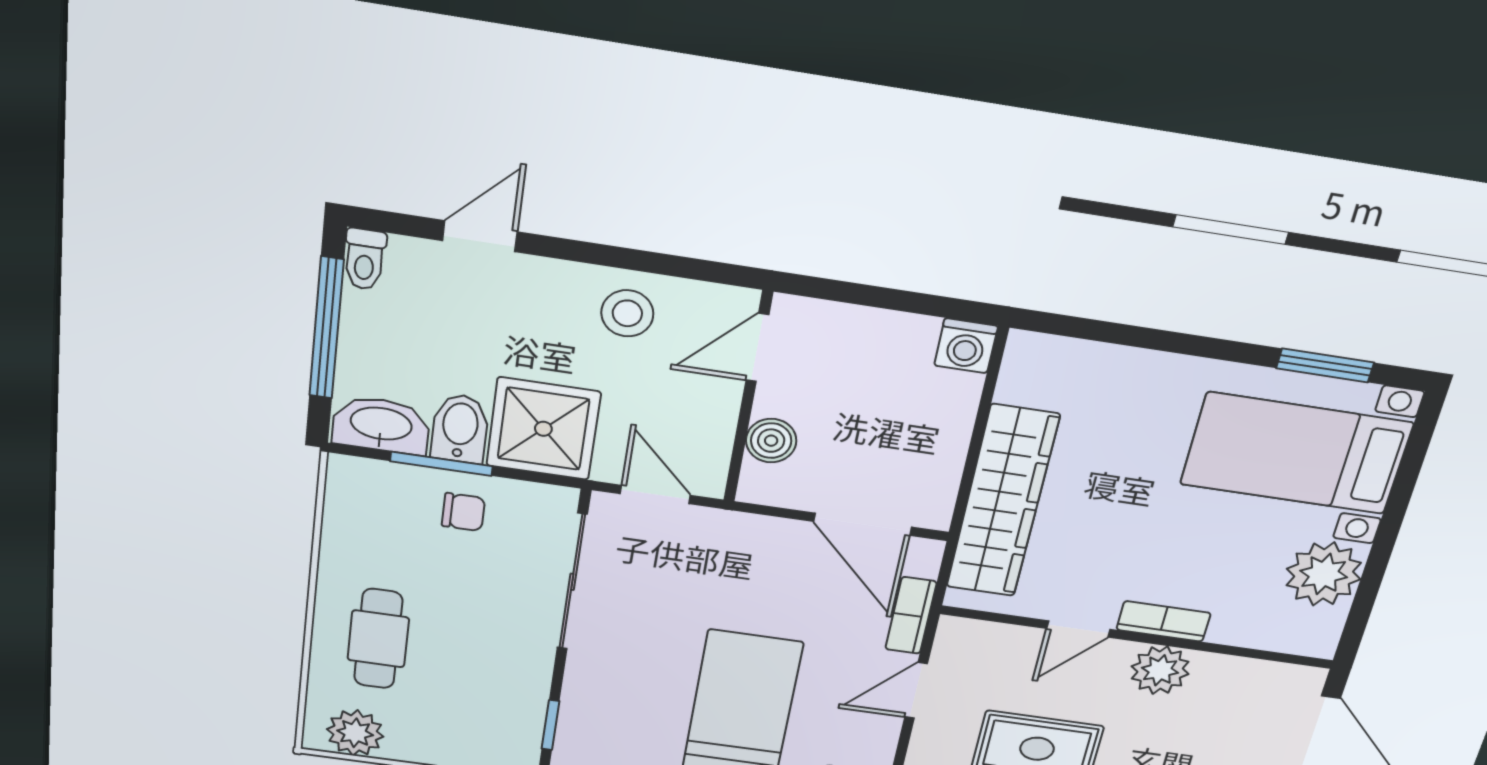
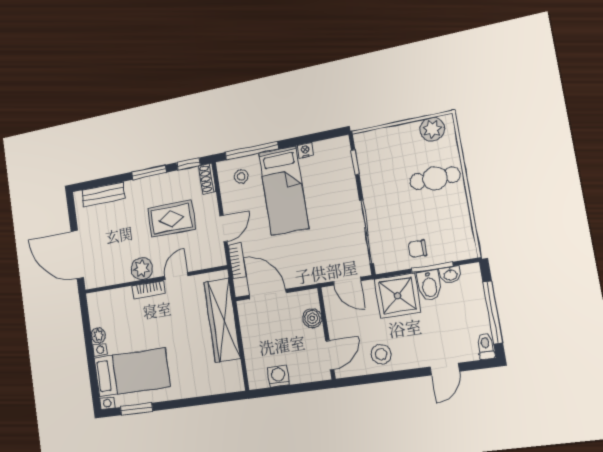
washing machine: (966, 346) -> (278, 376), moved
washbasin: (381, 425) -> (450, 275), width x0.52, depth x0.69
plant: (1324, 574) -> (98, 335), width x0.53, depth x0.53
cafe table: (378, 639) -> (435, 178), turned 90

